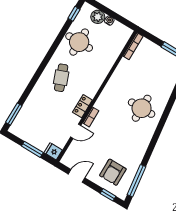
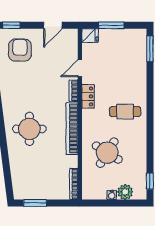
round table: (79, 42) -> (107, 153), moved, turned 32
cafe table: (61, 78) -> (125, 112), turned -69
bookcase: (109, 89) -> (72, 129), added

